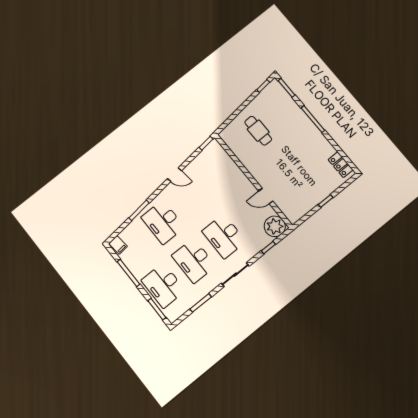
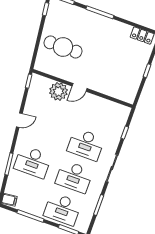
cafe table: (258, 131) -> (63, 47), width x1.37, depth x1.35
door: (266, 196) -> (80, 87), moved
plant: (275, 226) -> (58, 91), moved

